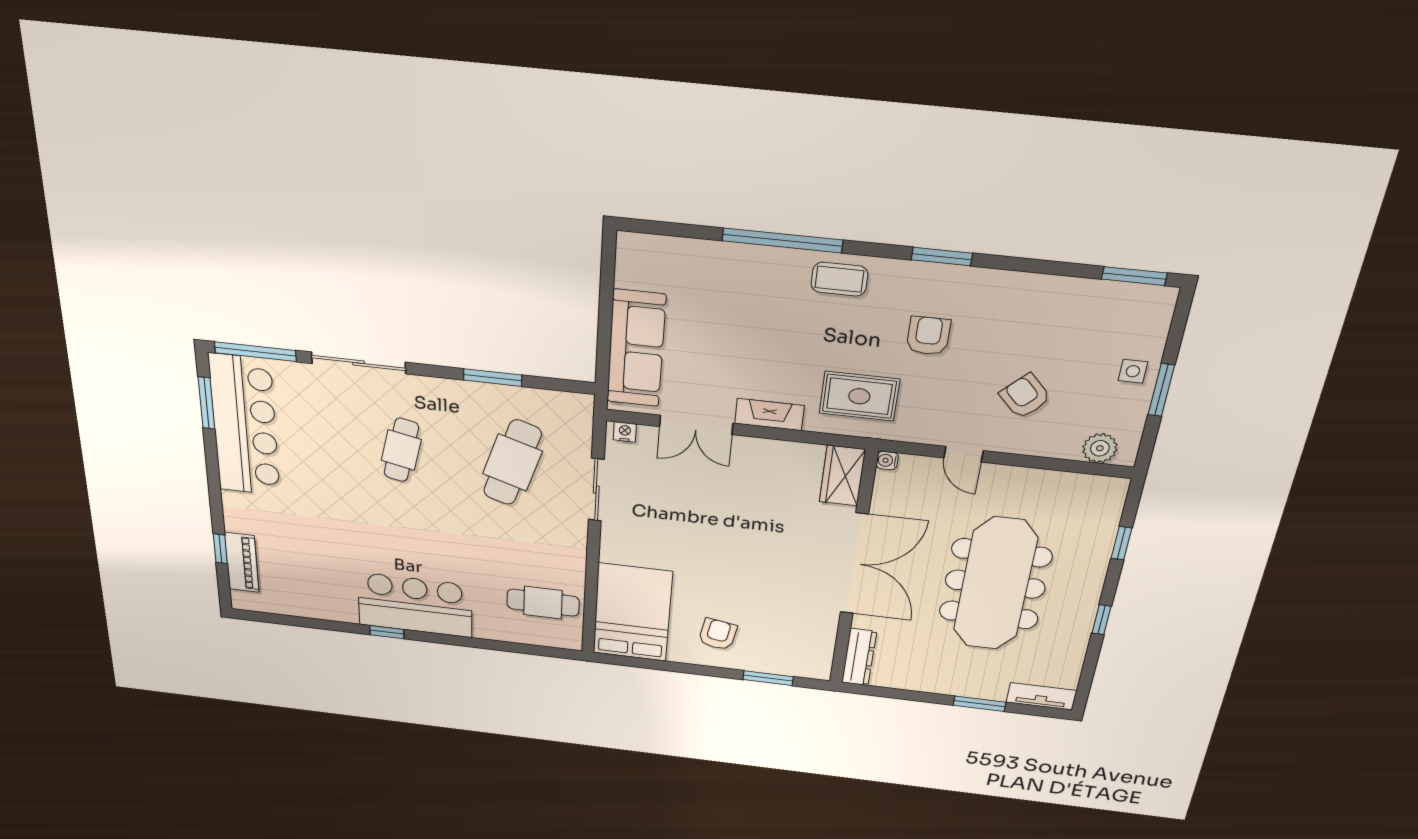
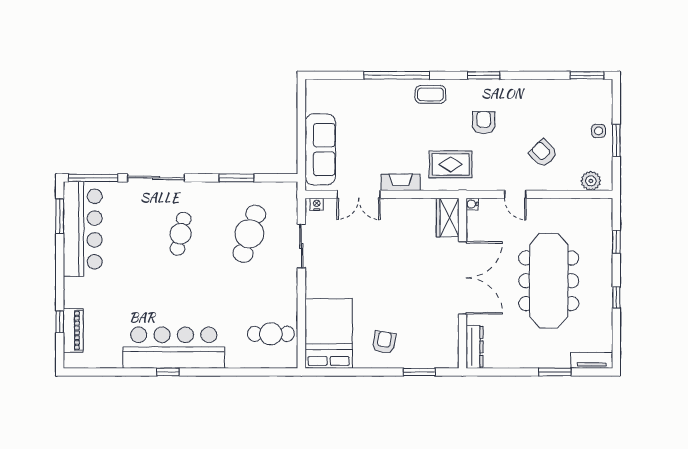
bar counter: (415, 605) -> (174, 348), width x1.36

